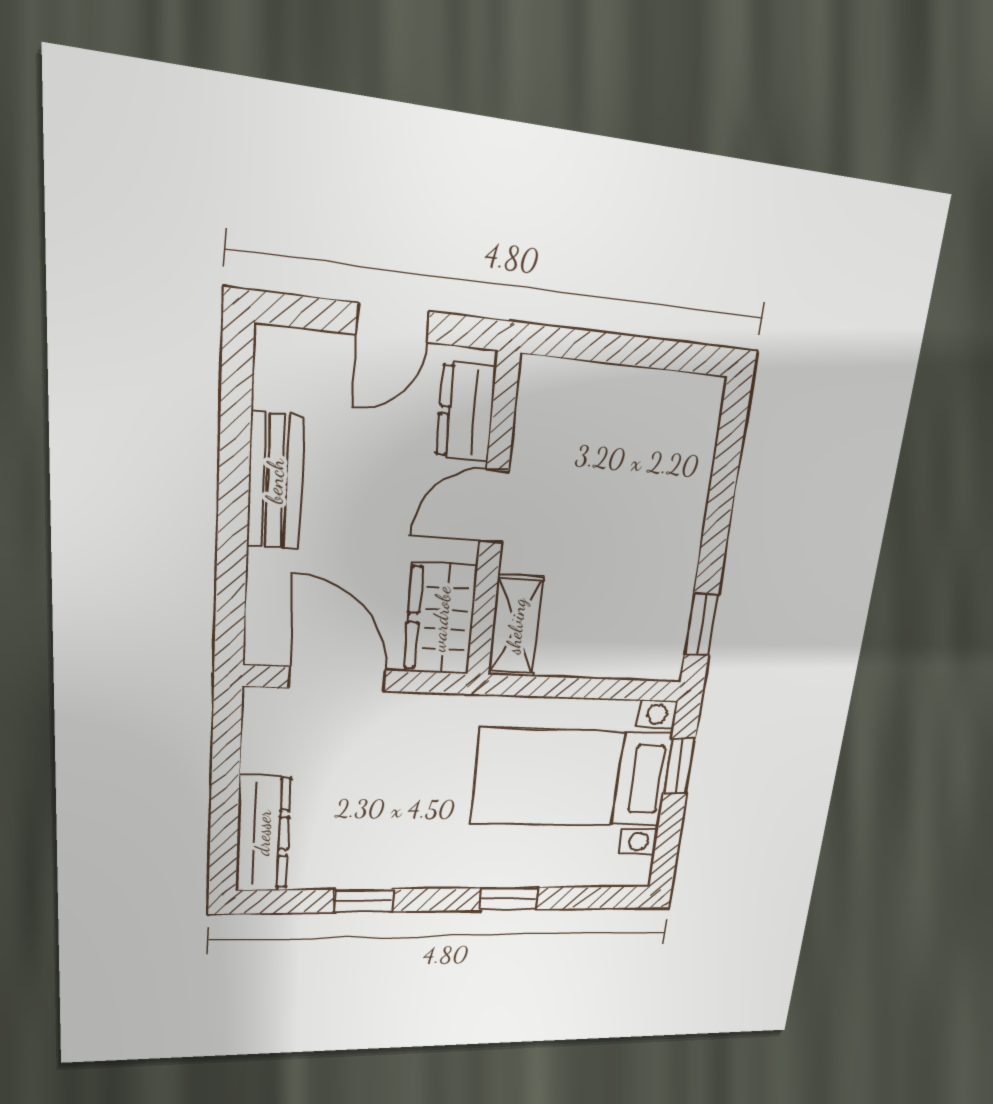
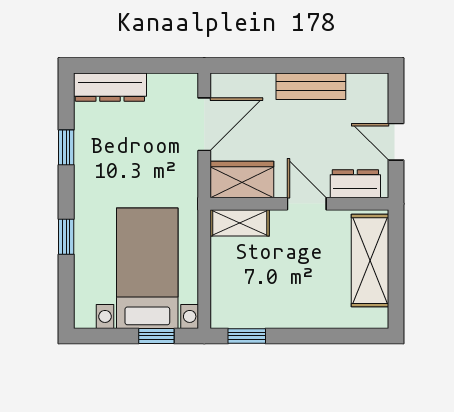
shelving: (607, 398) -> (370, 261), added

